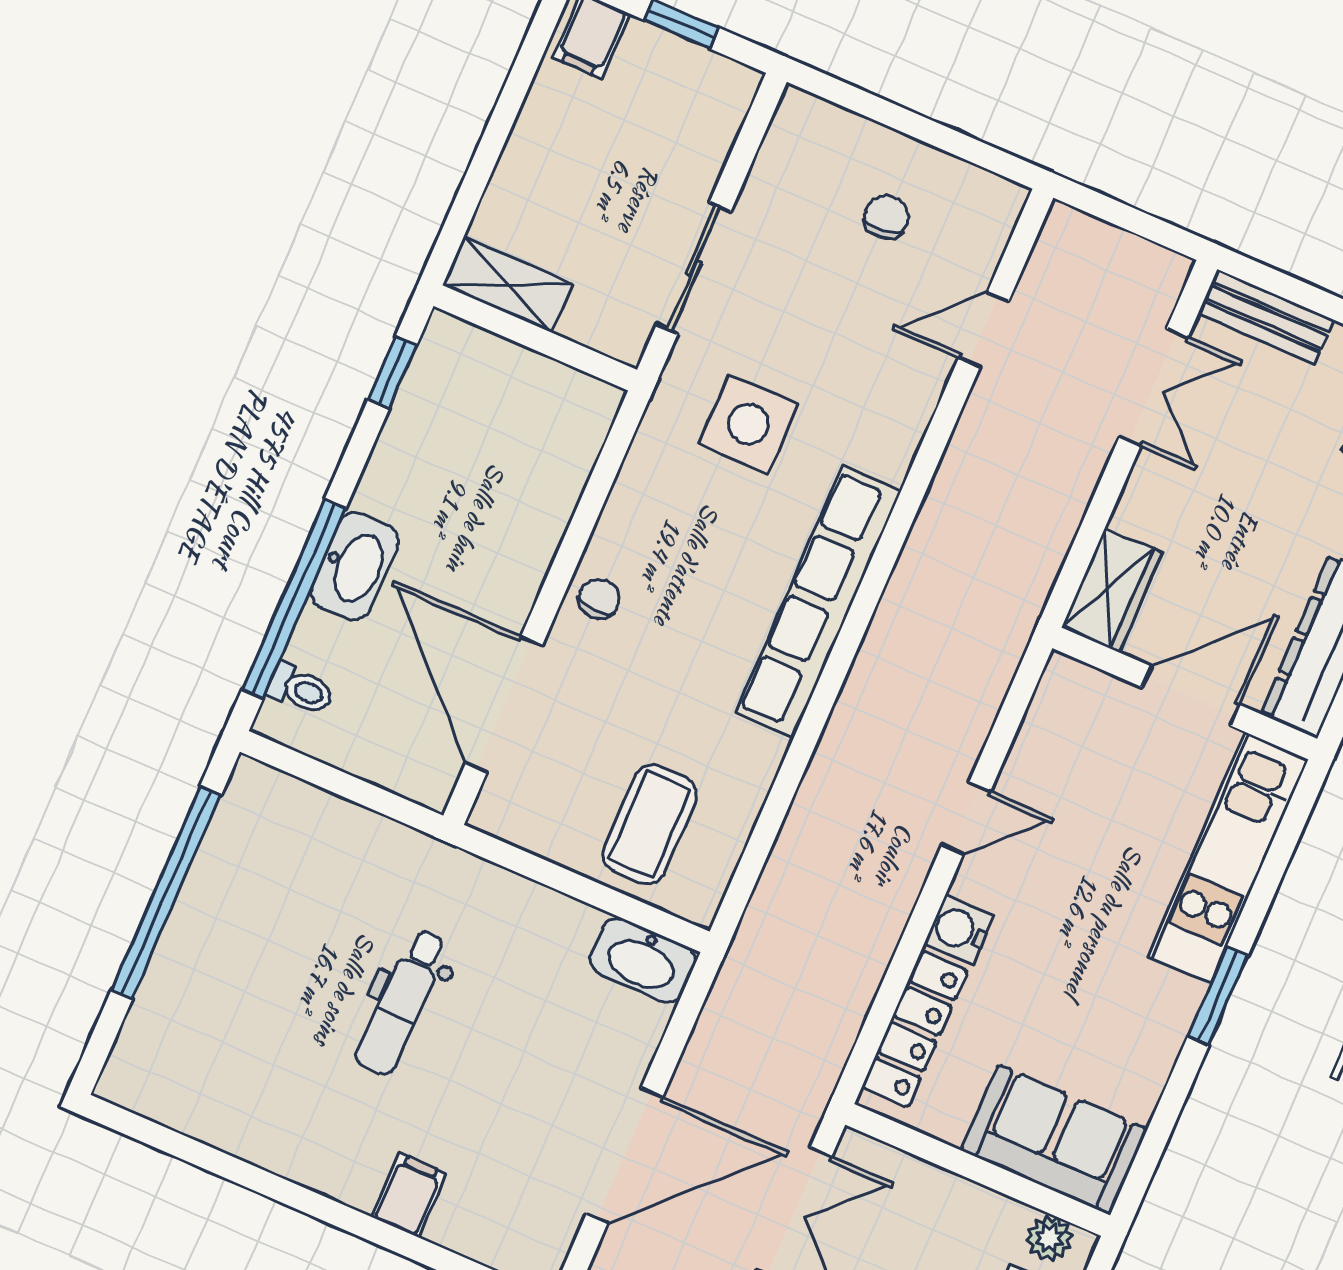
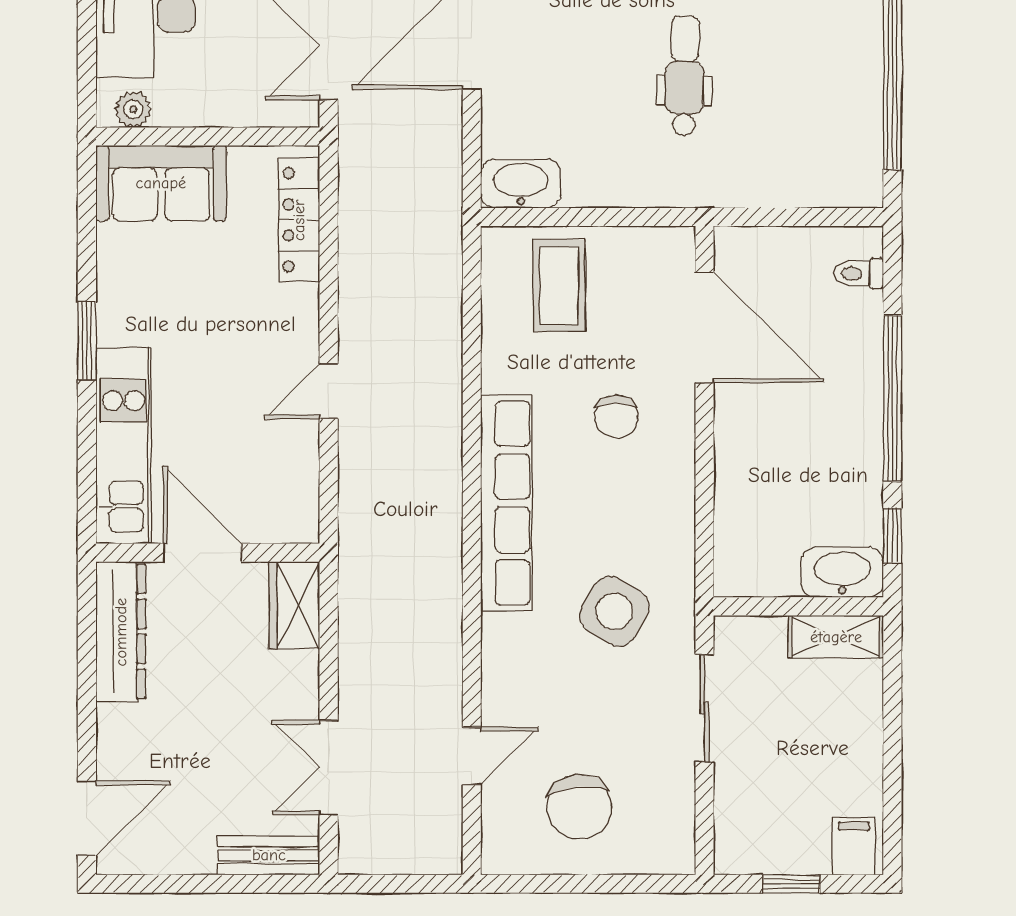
chair: (886, 217) -> (579, 807), width x1.87, depth x1.87
side table: (748, 424) -> (614, 611), turned 31
washbasin: (354, 566) -> (842, 572), moved, turned 90
window: (294, 599) -> (892, 398), moved
chair: (599, 599) -> (616, 417), moved, width x1.37, depth x1.37
door: (1191, 696) -> (202, 553), swing flipped
water cooler: (959, 930) -> (298, 307), removed

